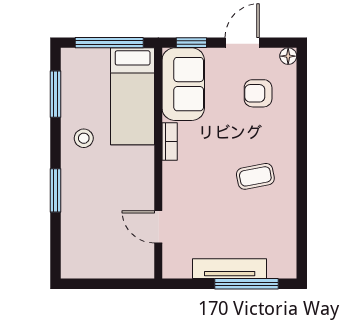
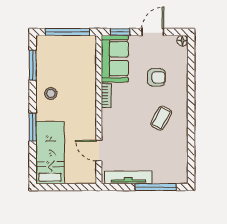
armchair: (258, 93) -> (156, 77), moved, turned 180
bed: (133, 96) -> (50, 153), moved, turned 180
coffee table: (255, 176) -> (161, 118), turned -50
tv unit: (230, 269) -> (128, 177), moved

